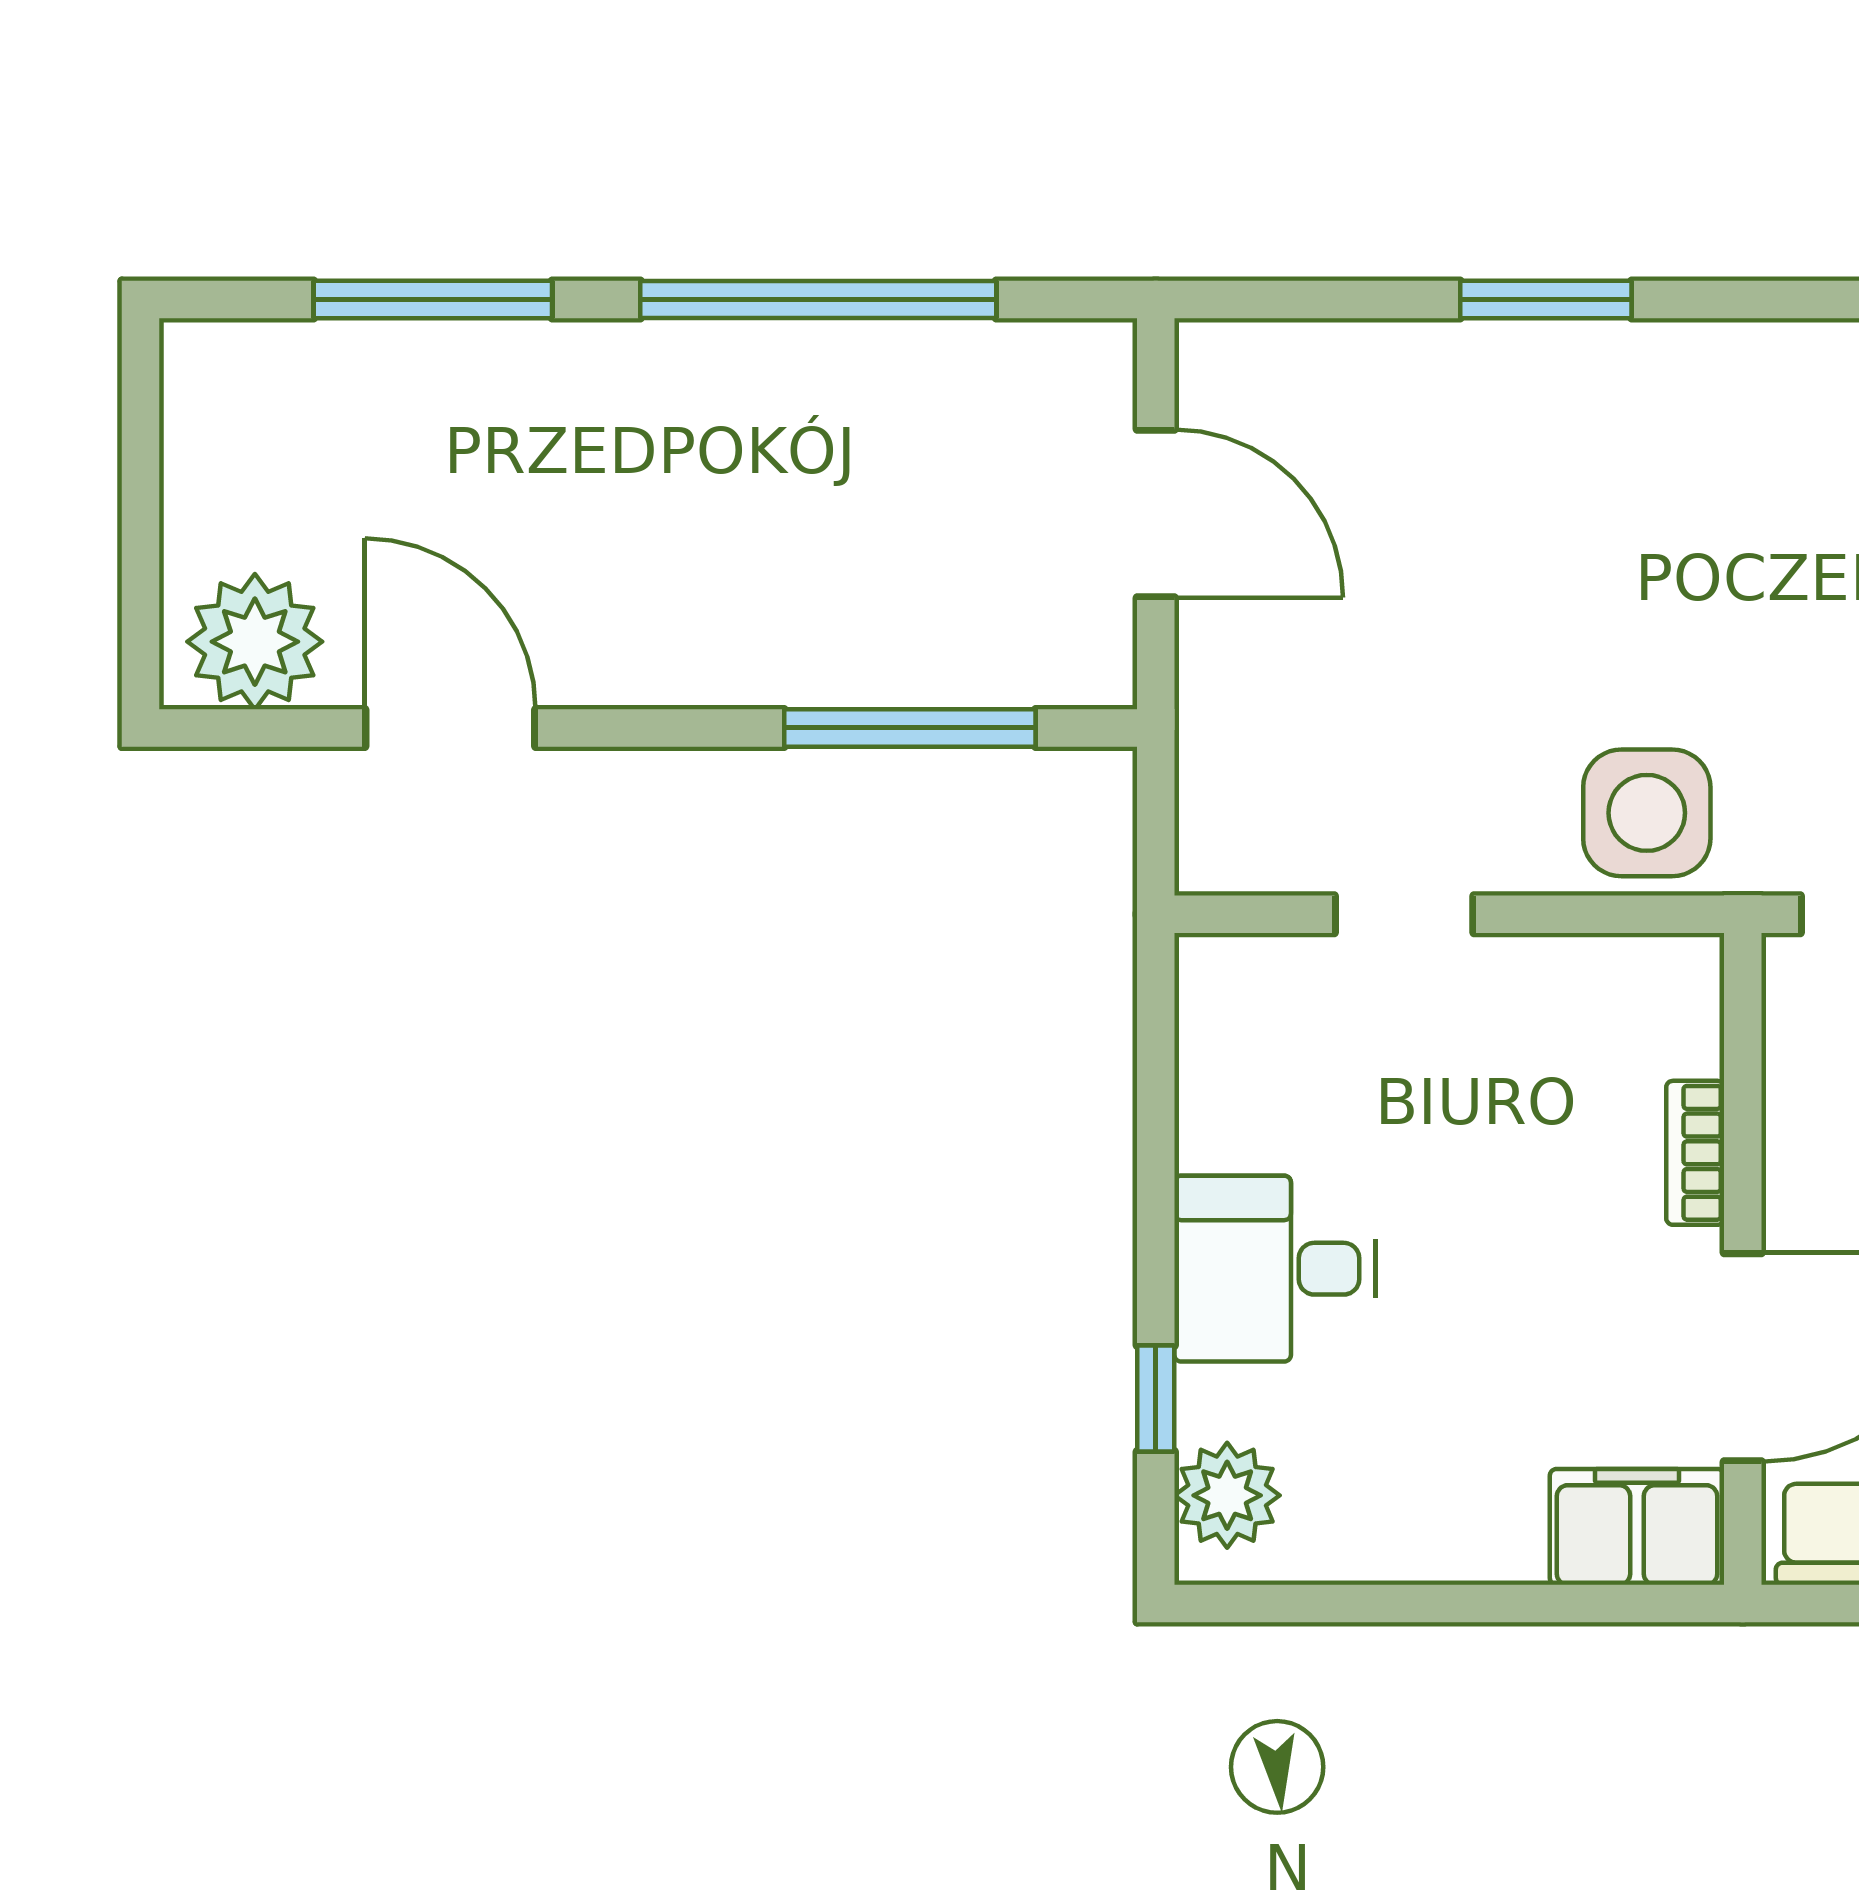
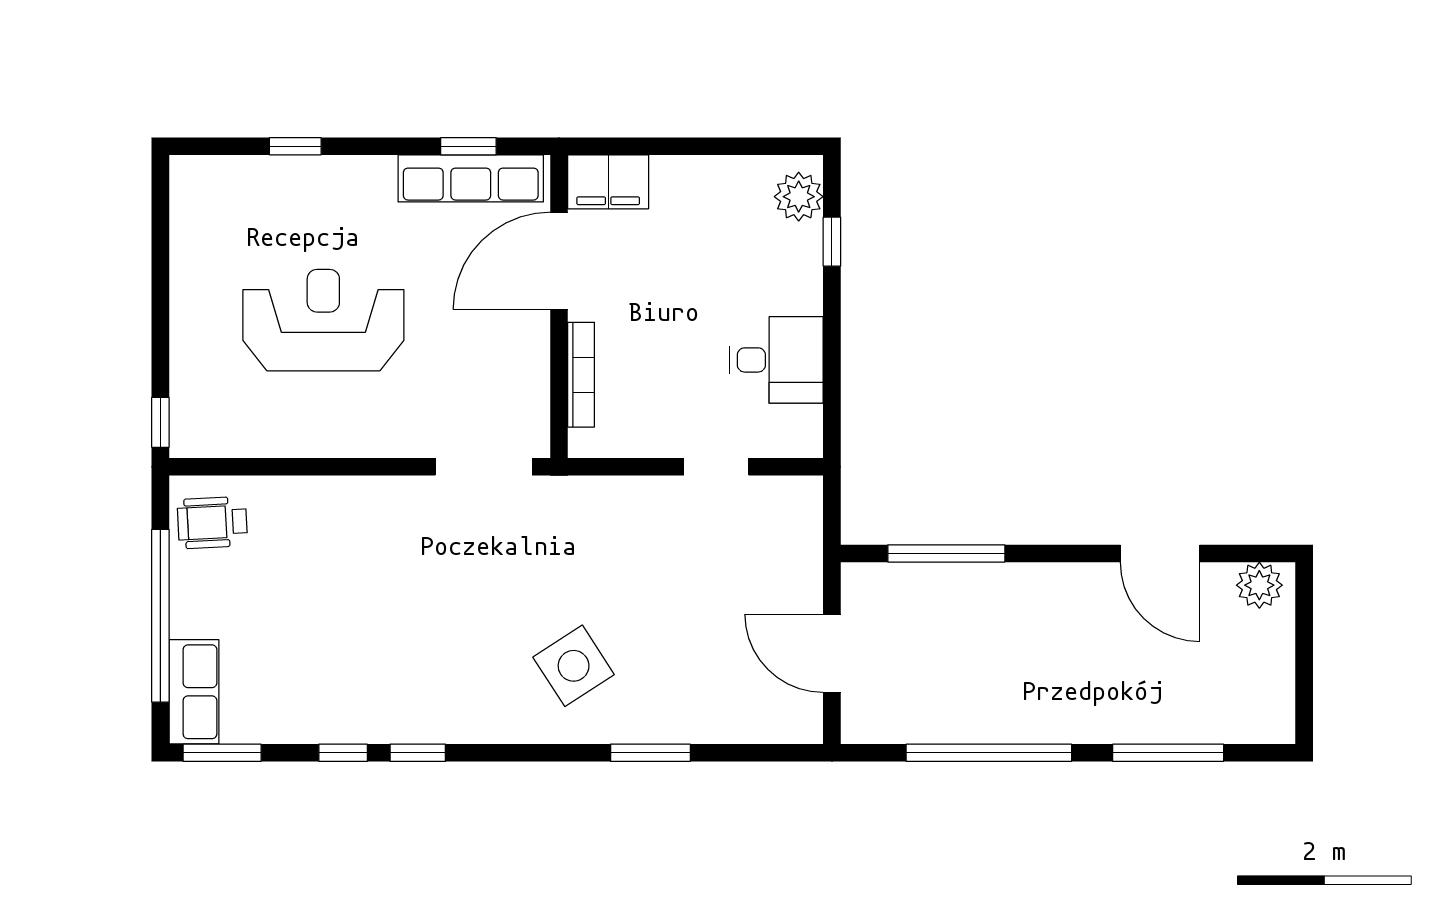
plant: (255, 642) -> (1259, 585), width x0.73, depth x0.73
side table: (1647, 813) -> (574, 666), moved, turned -33
bookcase: (1695, 1153) -> (581, 375), width x1.56
desk: (1275, 1269) -> (777, 360), moved

